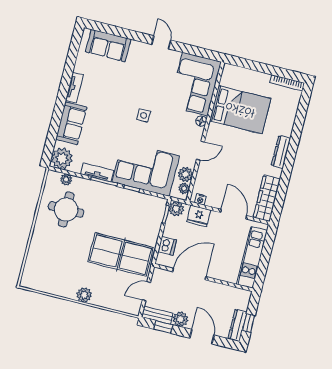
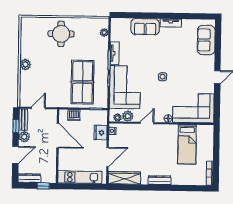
bed: (240, 110) -> (187, 144), width x0.67
door: (201, 151) -> (147, 123), swing flipped
plant: (62, 158) -> (118, 26), removed
round table: (66, 209) -> (61, 34), moved
plant: (176, 209) -> (102, 115), removed
table tennis table: (121, 255) -> (82, 82), moved
door: (146, 291) -> (38, 108), hinge flipped
window: (249, 323) -> (43, 186), moved

